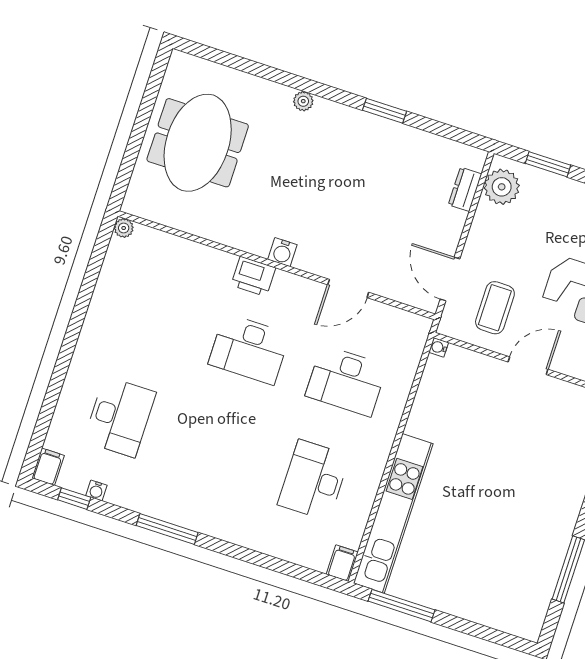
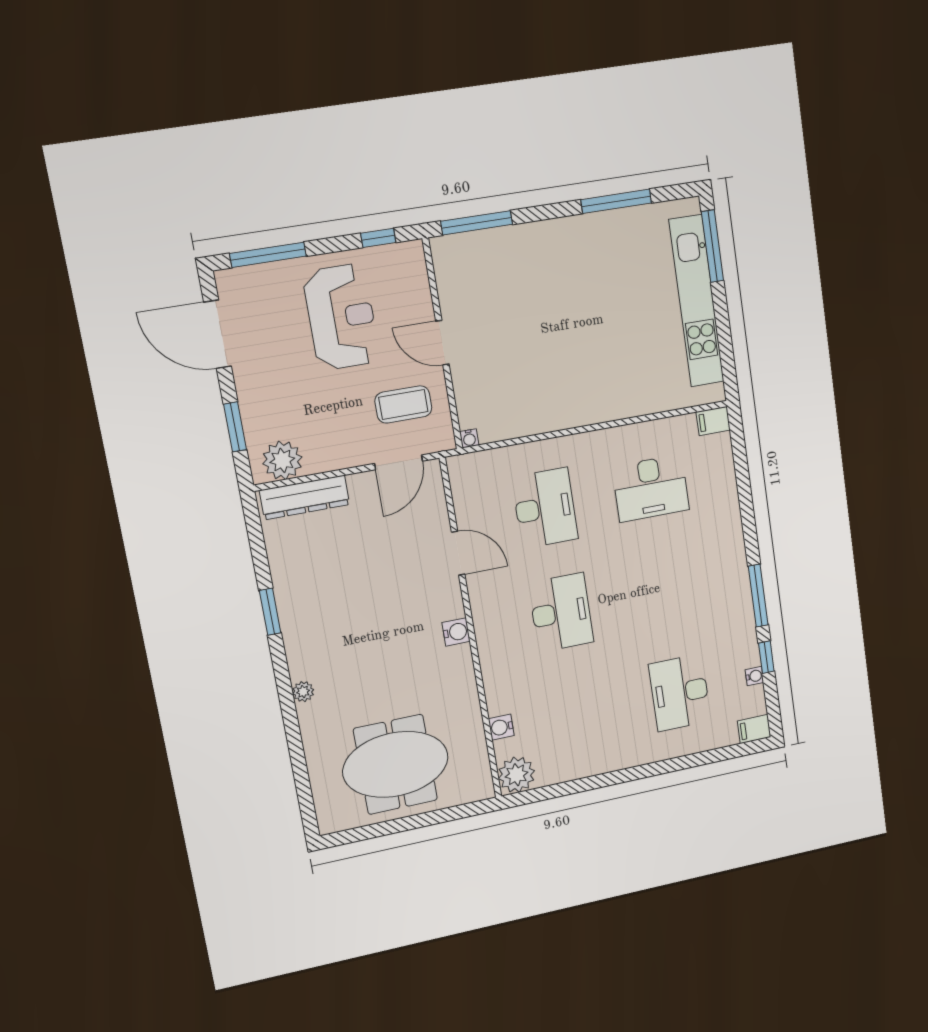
dresser: (465, 189) -> (305, 497), width x1.96, depth x1.24
plant: (124, 228) -> (516, 775), width x1.88, depth x1.88
water cooler: (178, 247) -> (501, 727), added
printer: (253, 276) -> (493, 646), removed
desk: (120, 417) -> (680, 693), turned -90
window: (74, 499) -> (766, 657), moved
kitchen unit: (393, 513) -> (696, 301), moved, turned -90
window: (402, 606) -> (712, 246), moved

